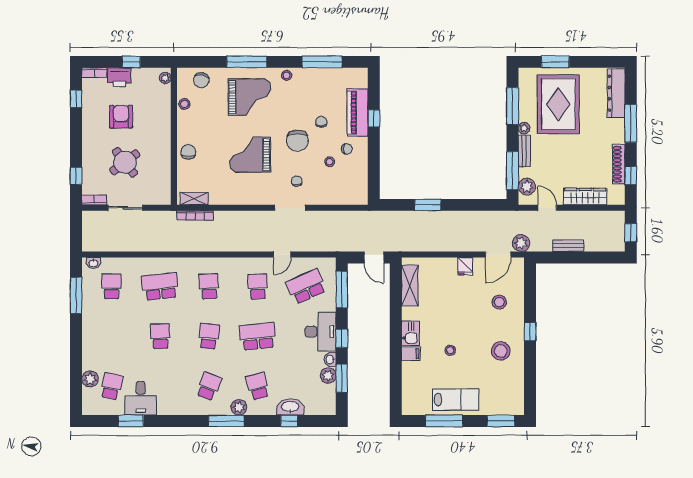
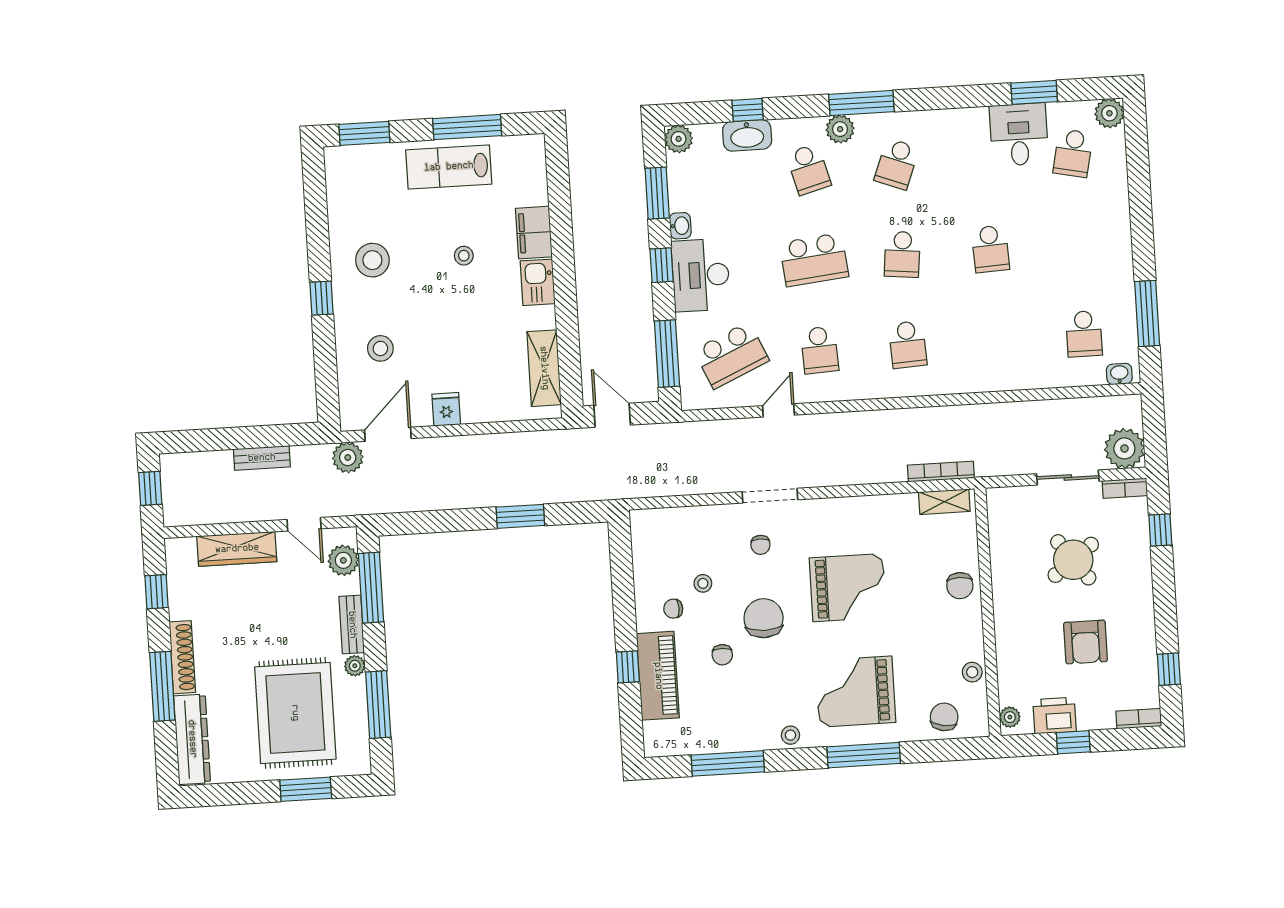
printer: (119, 77) -> (1055, 716), moved
shoe rack: (619, 164) -> (182, 657), moved
plant: (93, 222) -> (1124, 448), added
school desk: (160, 286) -> (996, 339), removed
filing cabinet: (411, 354) -> (534, 233), width x2.00
plant: (328, 376) -> (679, 139), moved
plant: (90, 379) -> (1109, 113), moved

